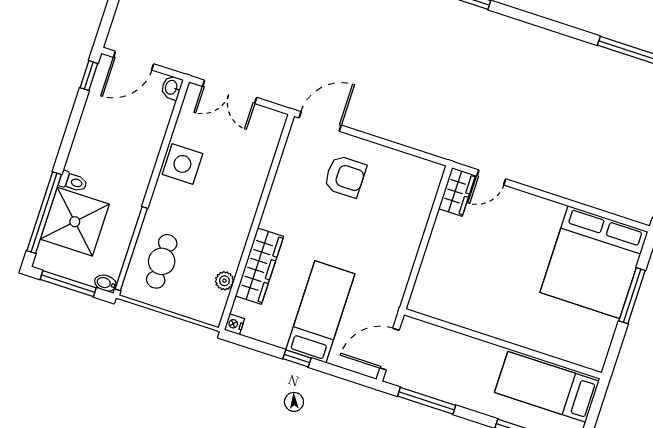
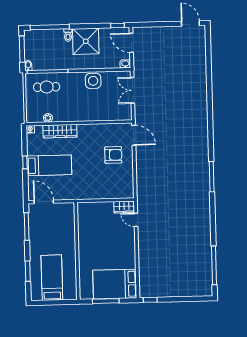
armchair: (345, 176) -> (113, 155), turned -90
shower: (75, 222) -> (86, 41), moved
bed: (594, 262) -> (115, 284), width x0.73
wall: (503, 344) -> (77, 251), moved

